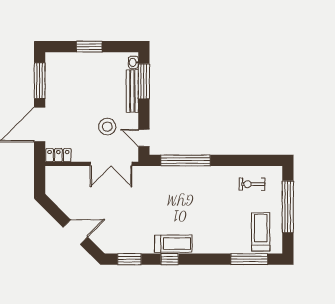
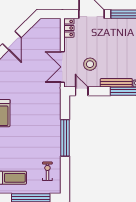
door: (144, 138) -> (82, 91), hinge flipped
window: (185, 160) -> (65, 138), moved

